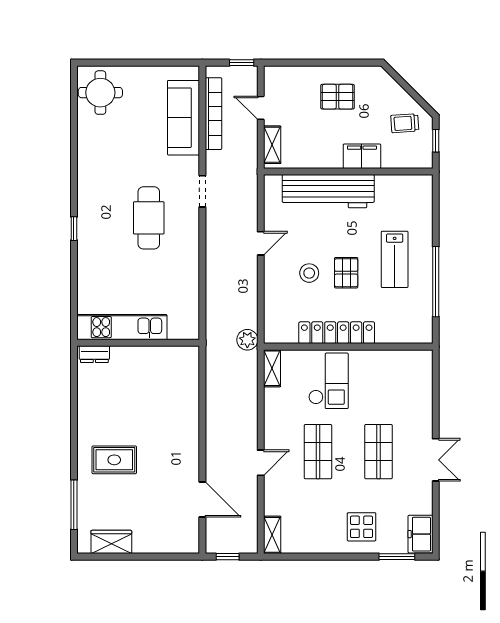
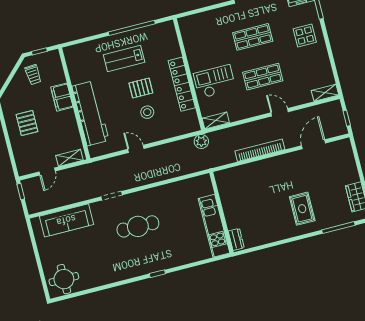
bookcase: (213, 114) -> (260, 150), moved
lab bench: (395, 259) -> (124, 58), turned 180

